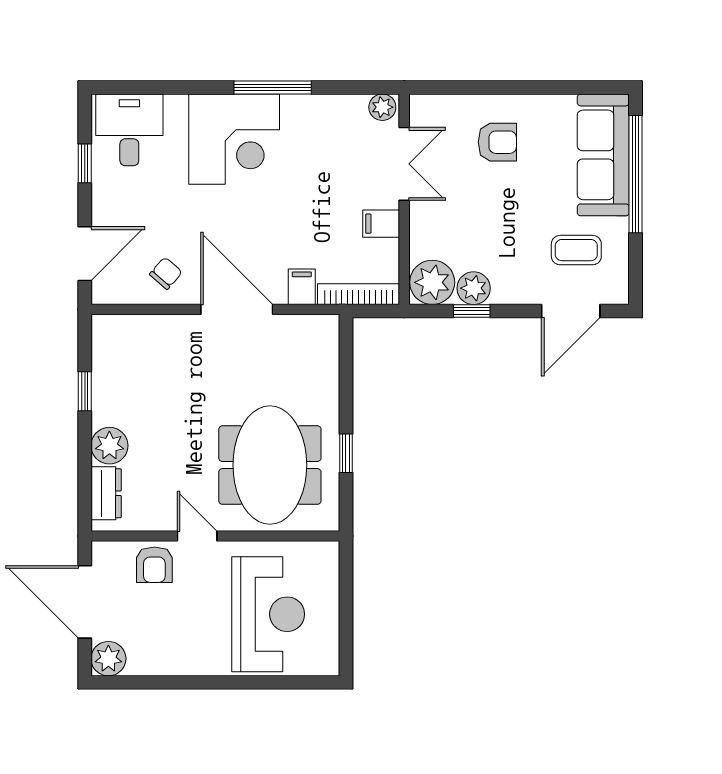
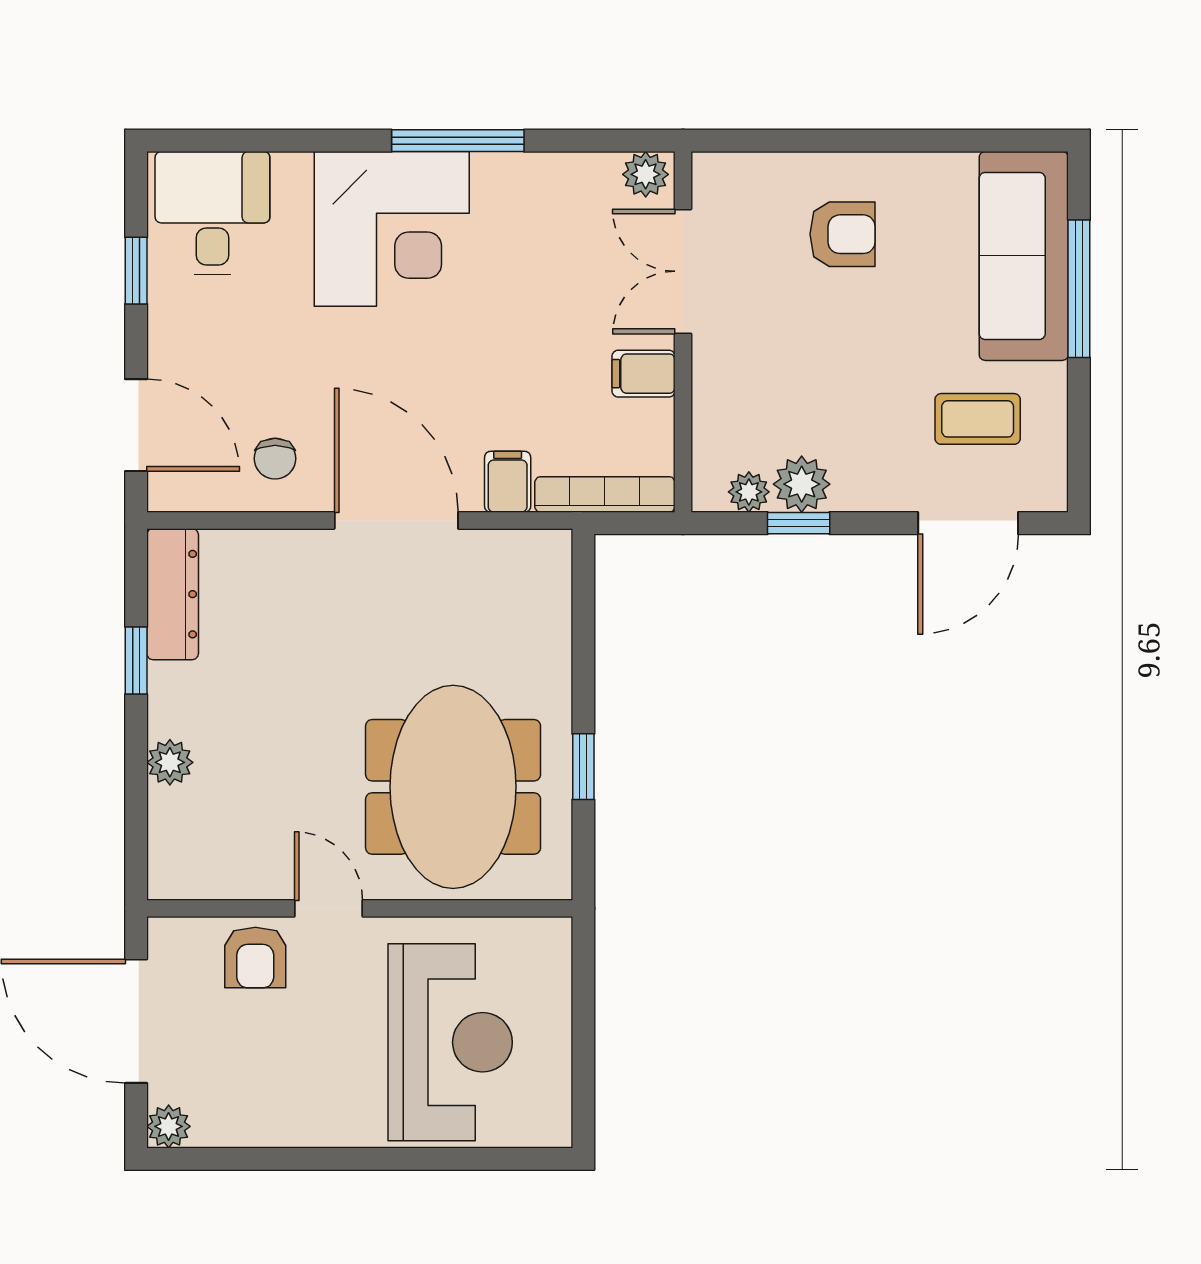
double door: (404, 164) -> (683, 271), swing flipped
window: (636, 174) -> (1079, 289), width x0.68
door: (85, 254) -> (136, 425), hinge flipped
chair: (166, 273) -> (275, 459), turned 139
plant: (432, 282) -> (749, 492), width x0.53, depth x0.53
plant: (109, 446) -> (170, 762), width x0.73, depth x0.73
dresser: (106, 493) -> (173, 594), moved, width x1.44
plant: (108, 659) -> (169, 1126), width x0.73, depth x0.73

